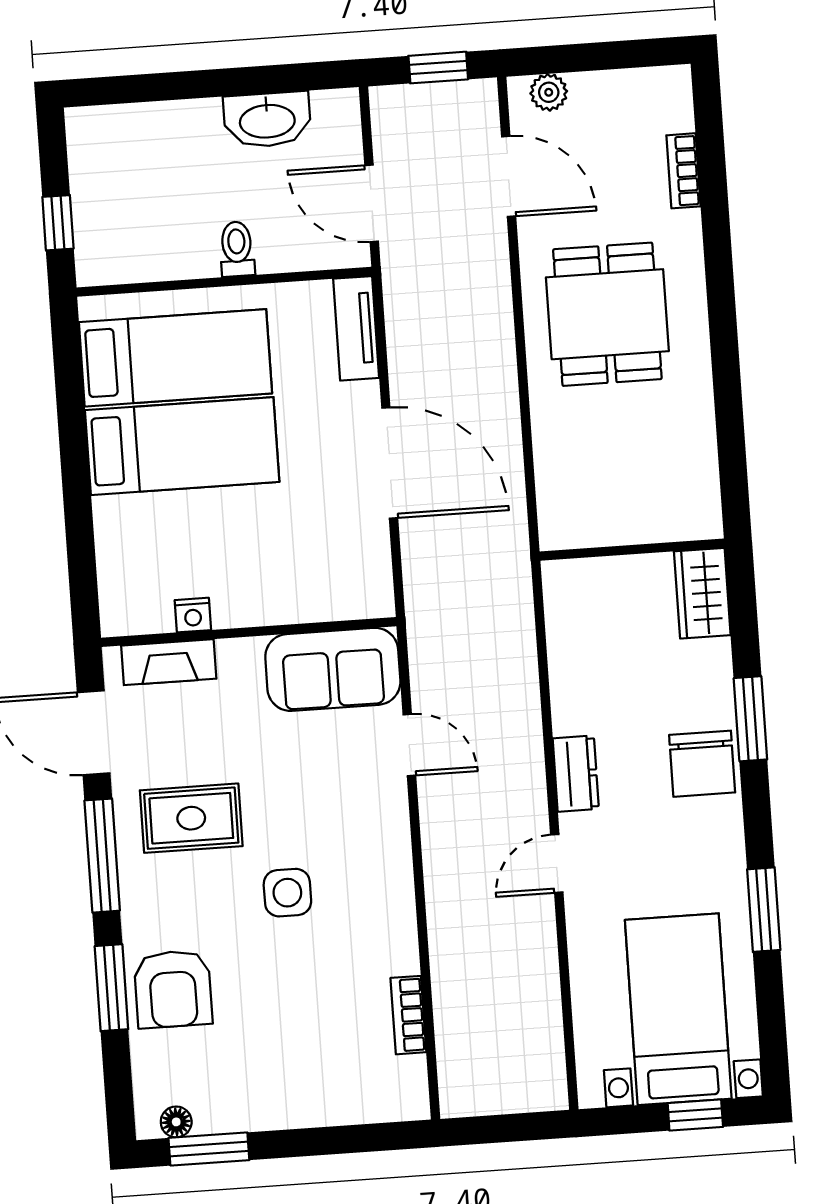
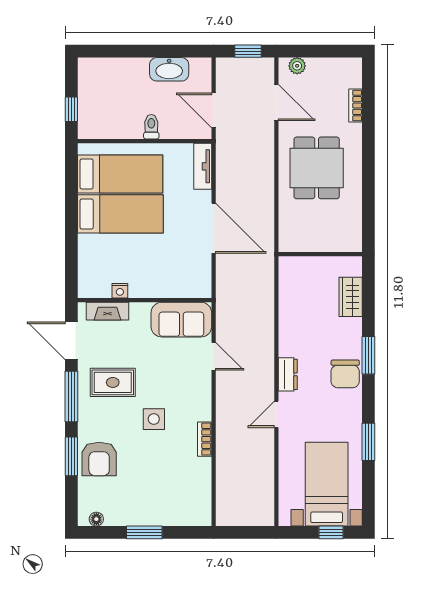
wall: (632, 550) -> (320, 254), moved
bookcase: (408, 1015) -> (205, 439), moved
window: (209, 1149) -> (144, 532), moved

